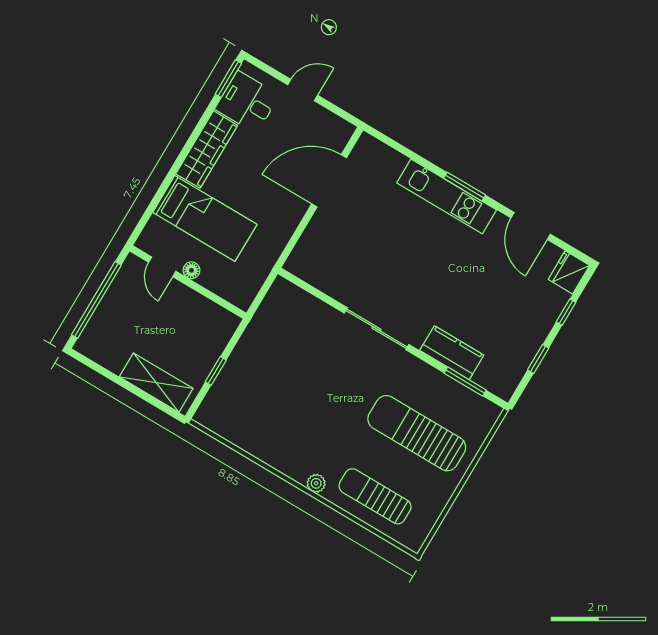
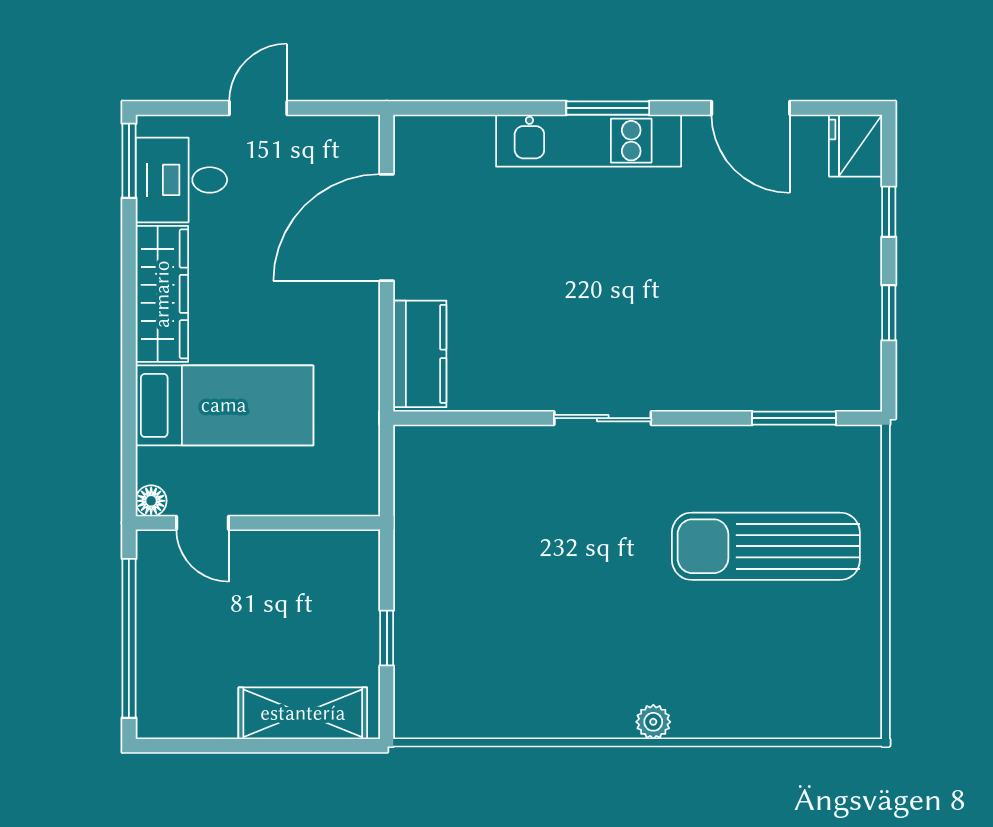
floor lamp: (191, 270) -> (151, 501), moved
sliding door: (377, 329) -> (603, 418), width x0.73
kitchen counter: (452, 353) -> (420, 354), moved, turned 90
sun lounger: (375, 496) -> (759, 687), removed

